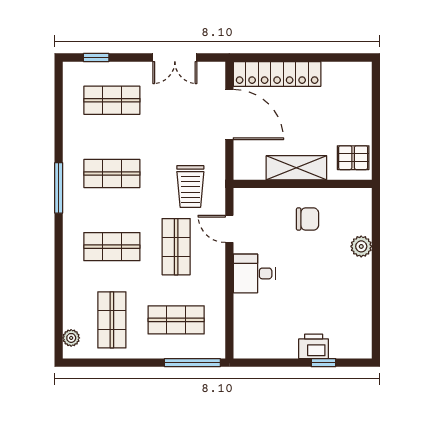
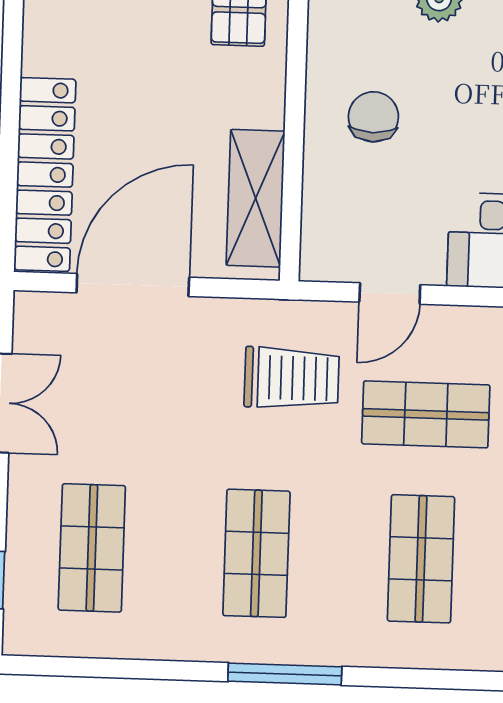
shelving: (296, 168) -> (256, 198), moved

